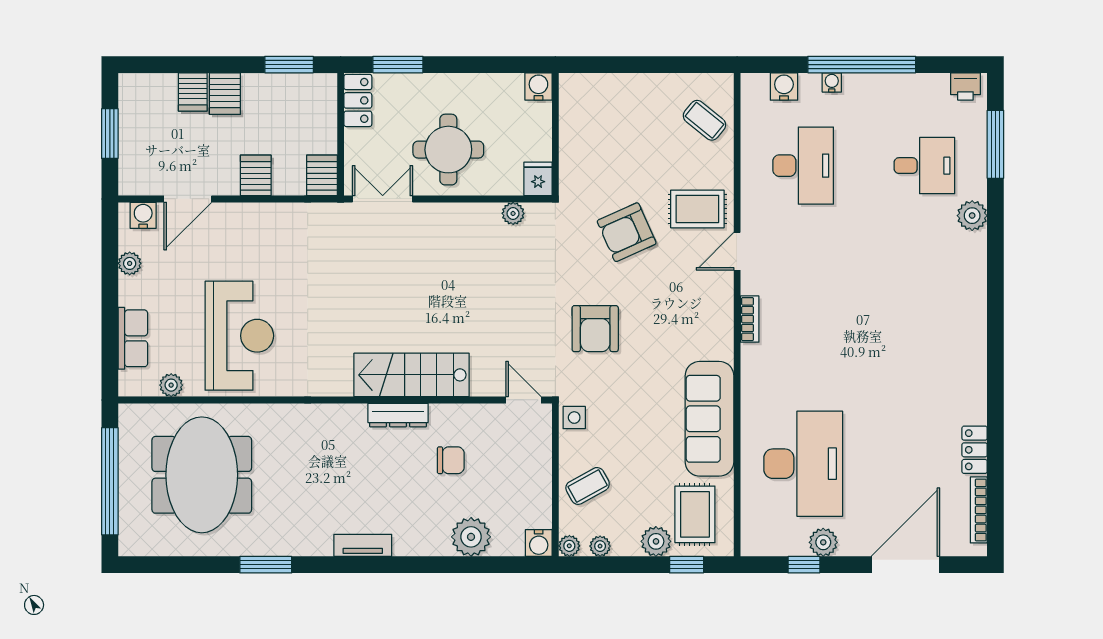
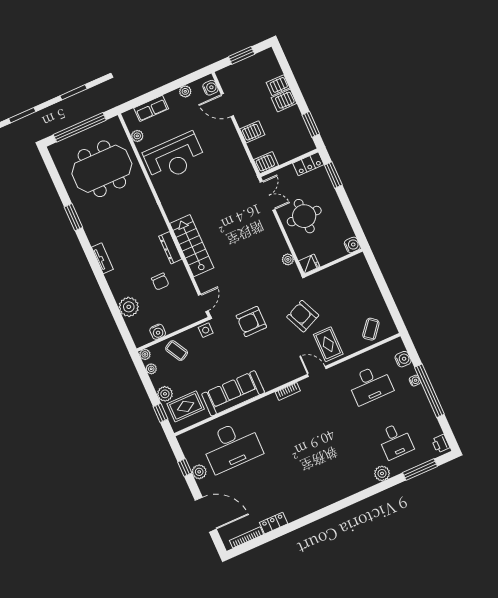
water cooler: (539, 543) -> (158, 332), moved, turned -90

